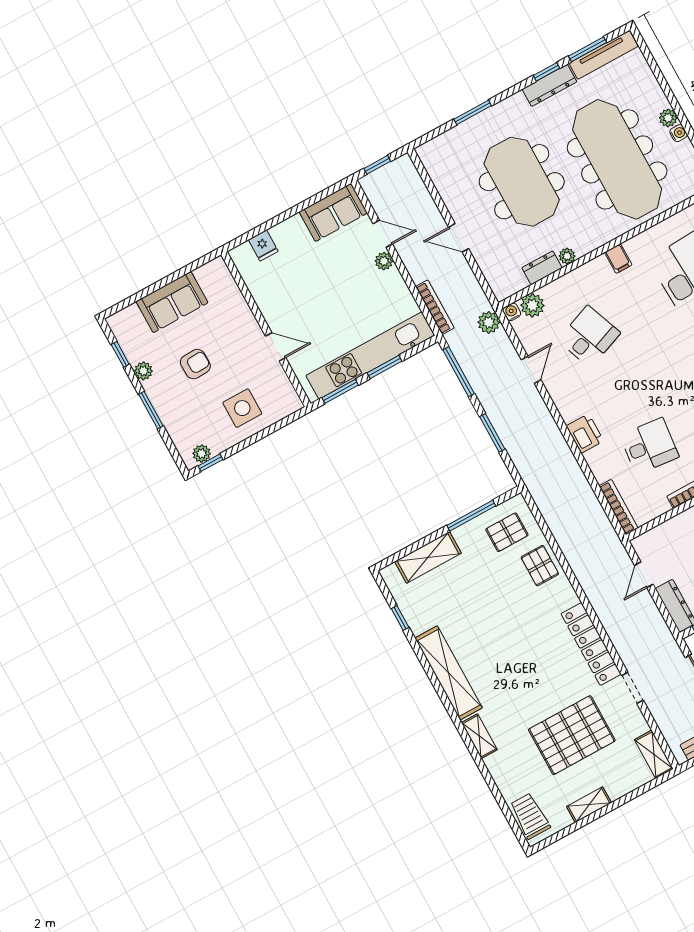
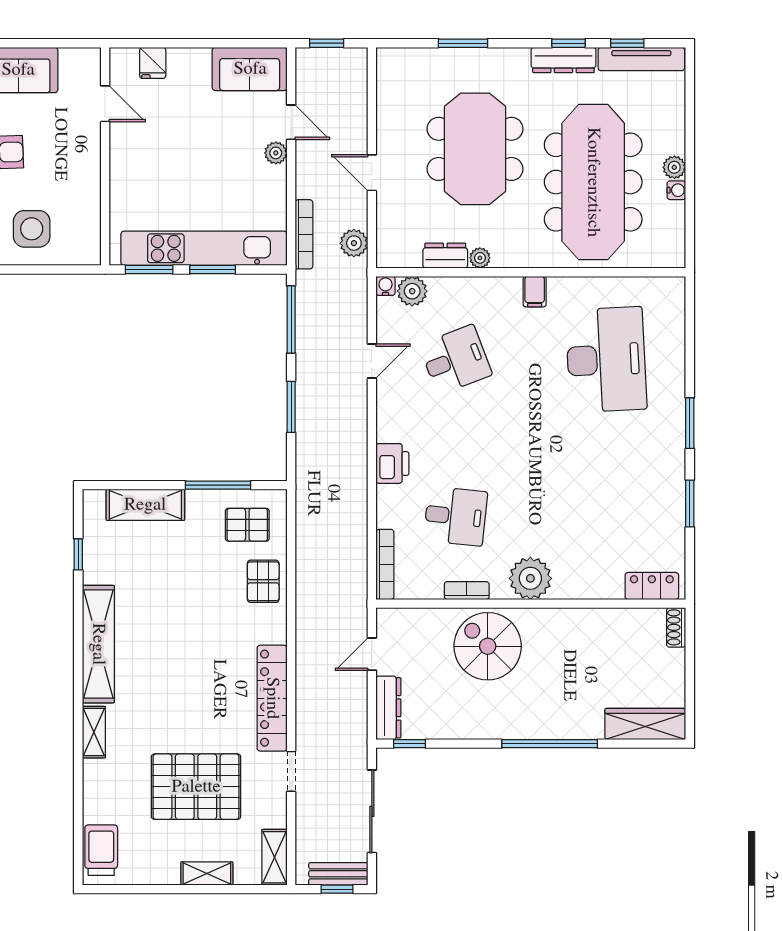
window: (588, 49) -> (627, 43), width x0.67
plant: (489, 322) -> (354, 243), moved
door: (276, 347) -> (105, 104), moved
shelving: (589, 805) -> (207, 873), moved

